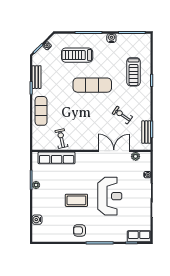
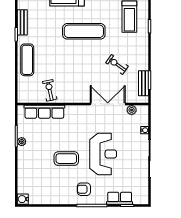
water cooler: (37, 220) -> (23, 199), moved
armchair: (79, 230) -> (84, 189), moved
row of seats: (139, 236) -> (120, 198), moved

